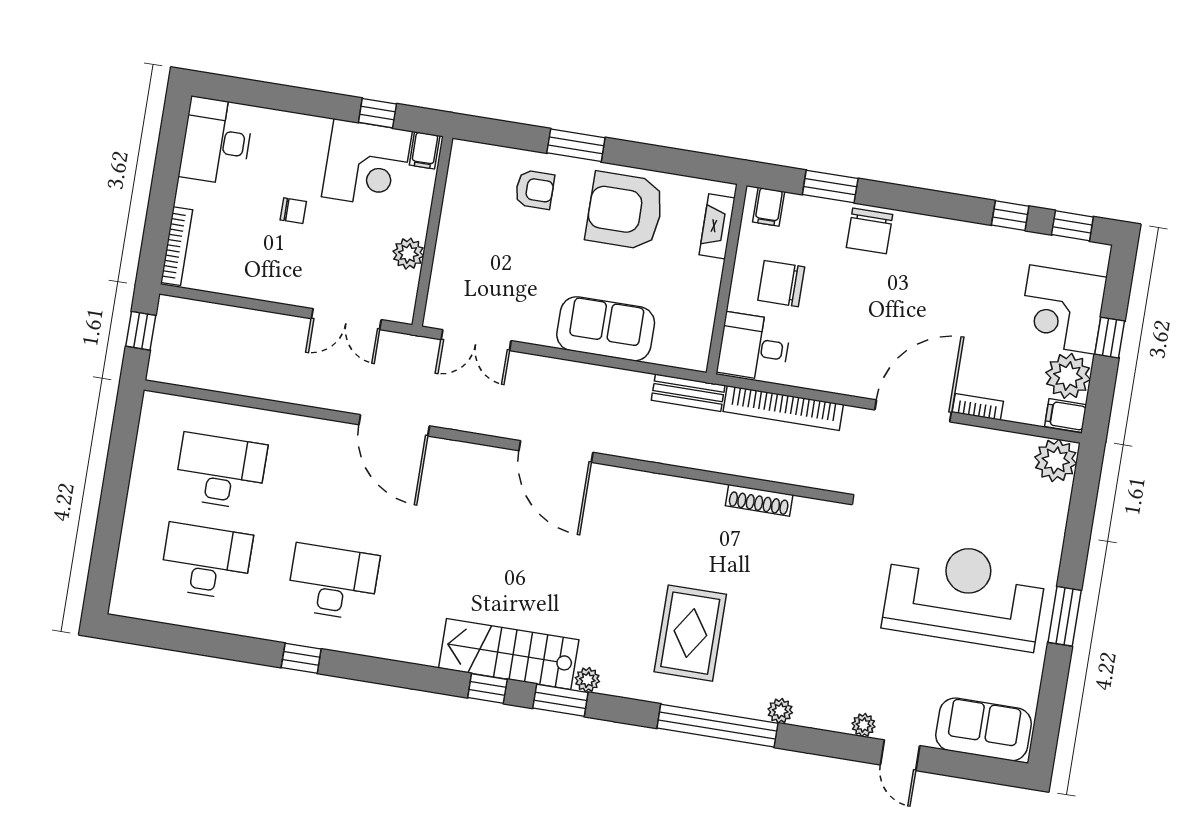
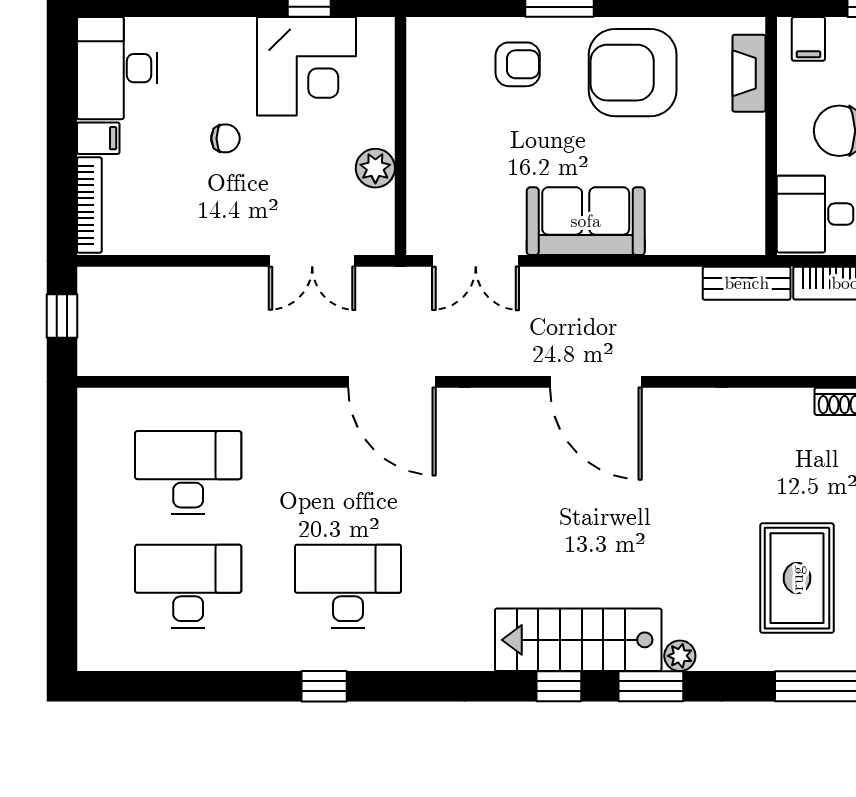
filing cabinet: (425, 150) -> (98, 138), moved, turned -90
sofa: (606, 329) -> (586, 221), moved

